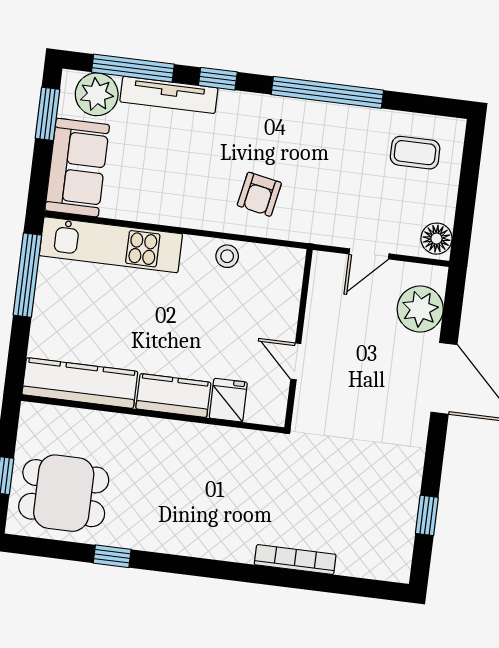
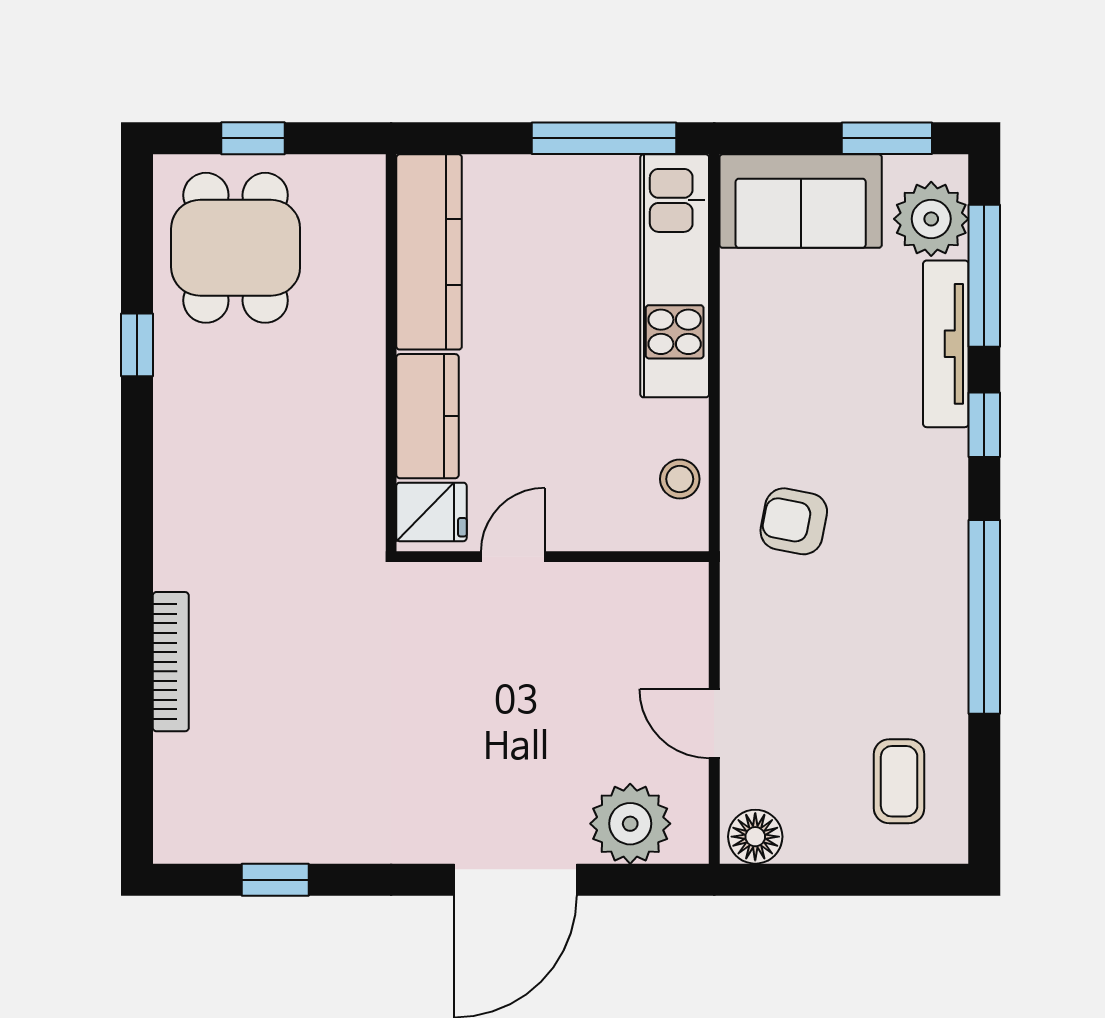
wall: (299, 339) -> (553, 557), moved
door: (296, 361) -> (513, 557), moved

